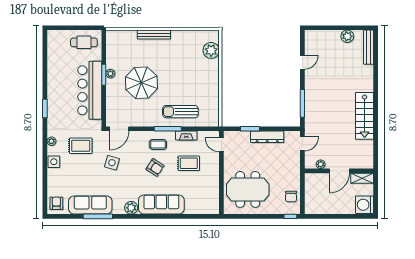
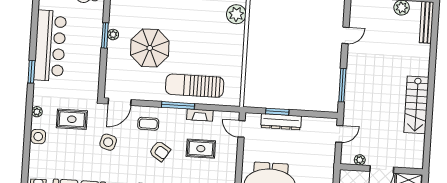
bar counter: (90, 90) -> (50, 46), moved, turned 180
sun lounger: (180, 112) -> (195, 86), width x1.36, depth x1.34
dresser: (267, 137) -> (281, 122), moved
coffee table: (158, 144) -> (148, 124), moved

